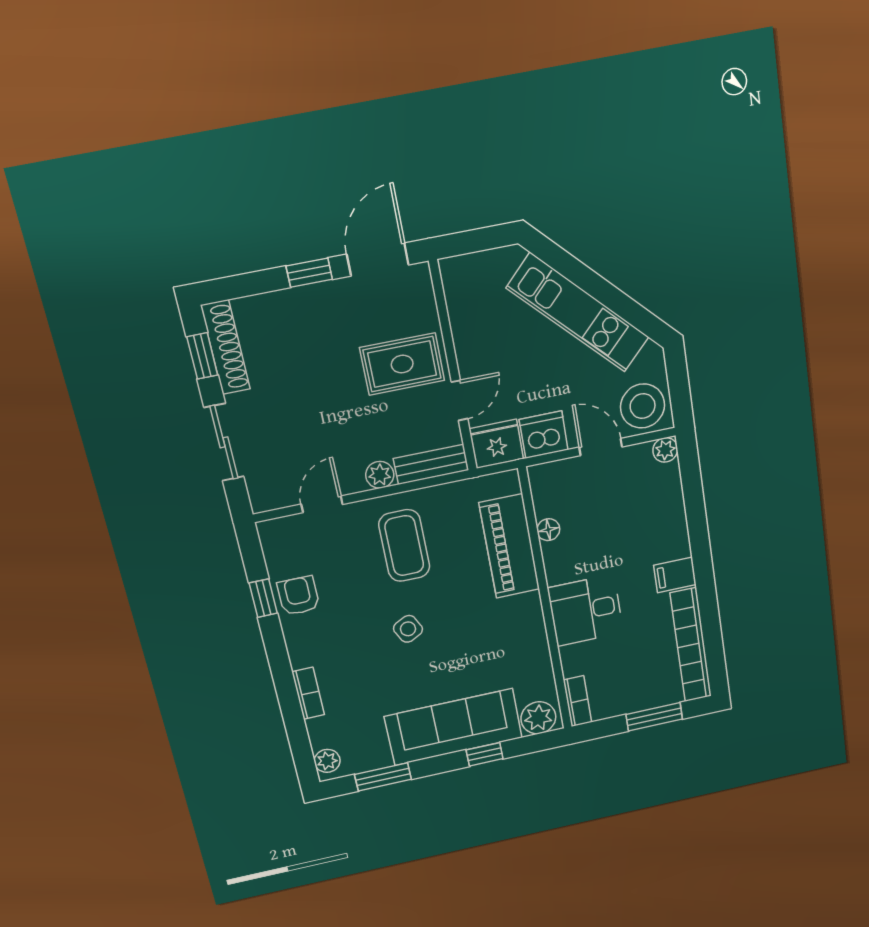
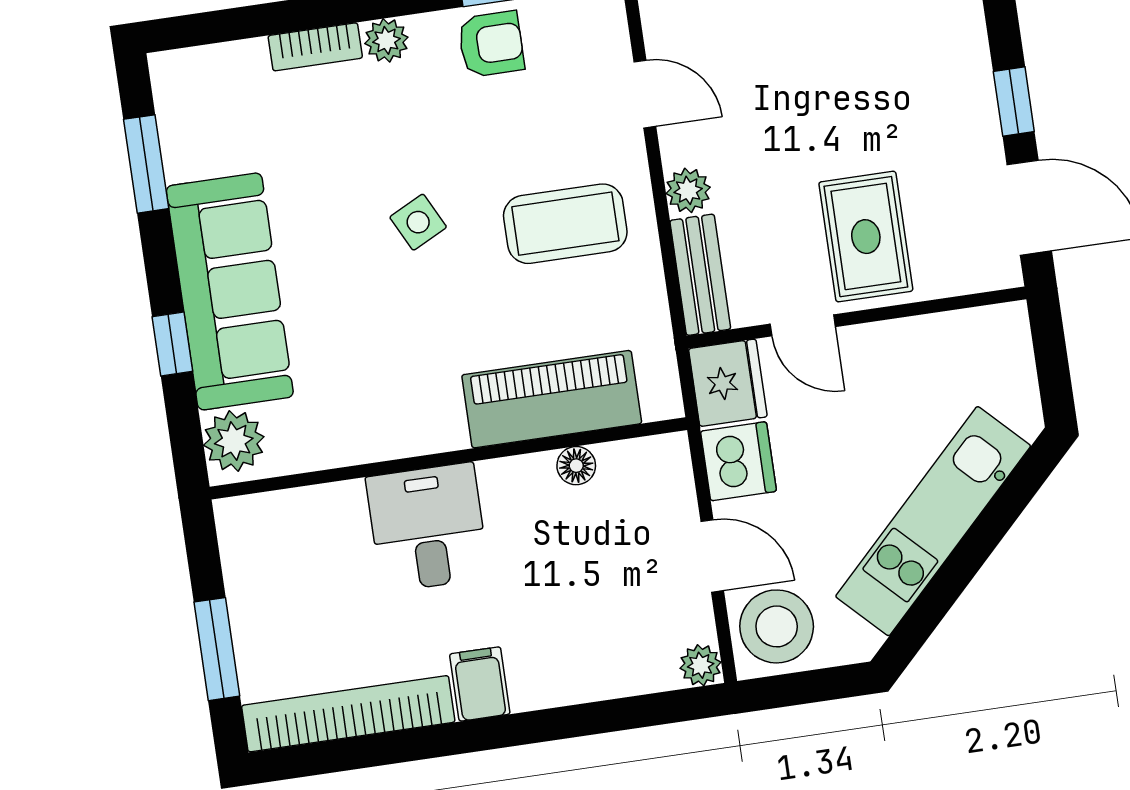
door: (601, 447) -> (712, 556), hinge flipped
bookcase: (577, 701) -> (259, 511), removed
plant: (327, 761) -> (386, 40), moved

